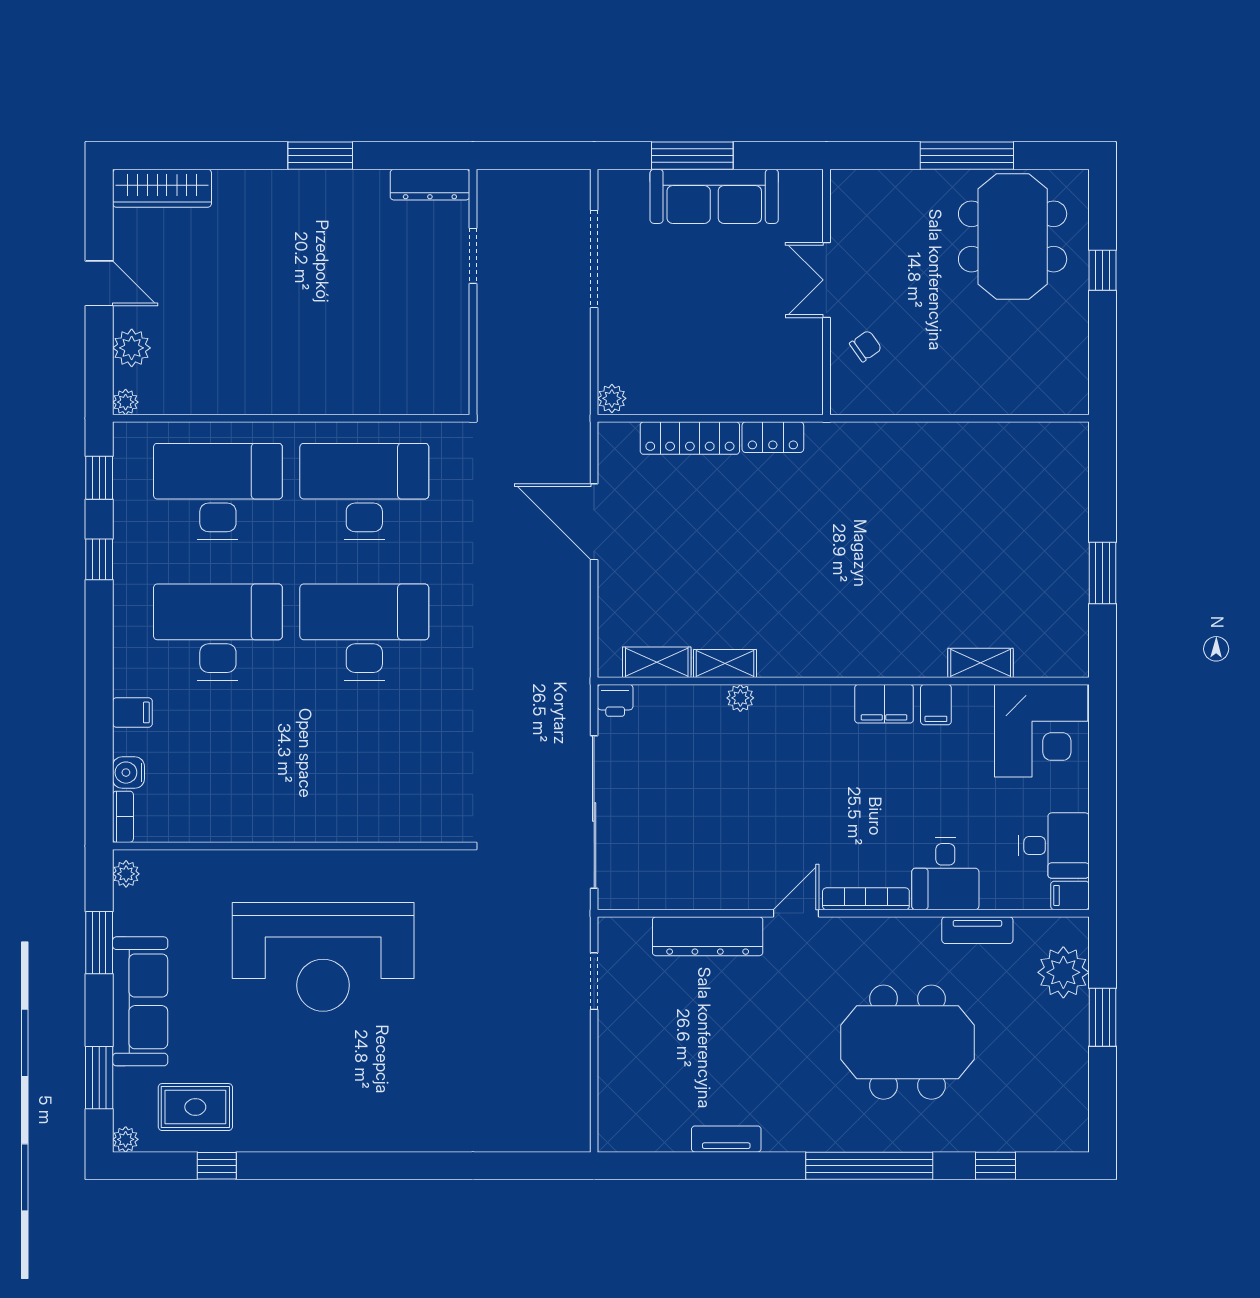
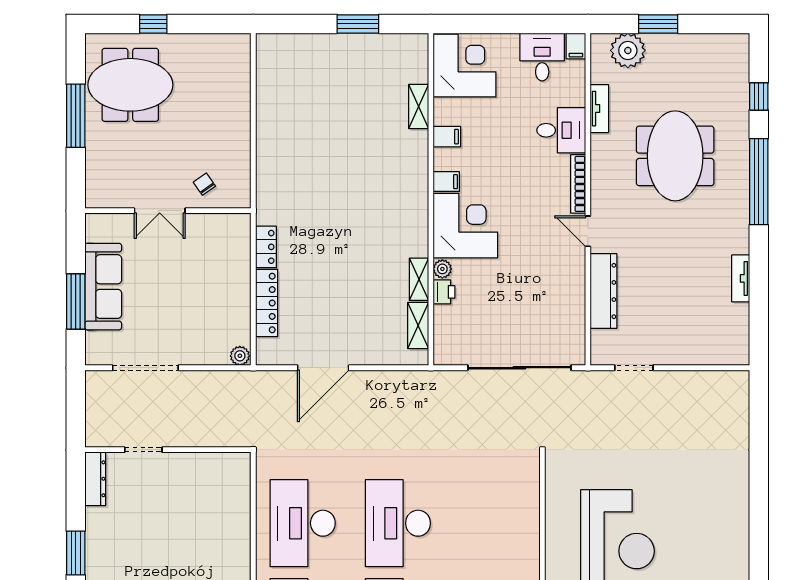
printer: (615, 700) -> (444, 292), moved
filing cabinet: (884, 704) -> (446, 182), width x0.50
corner desk: (804, 732) -> (465, 226), added

